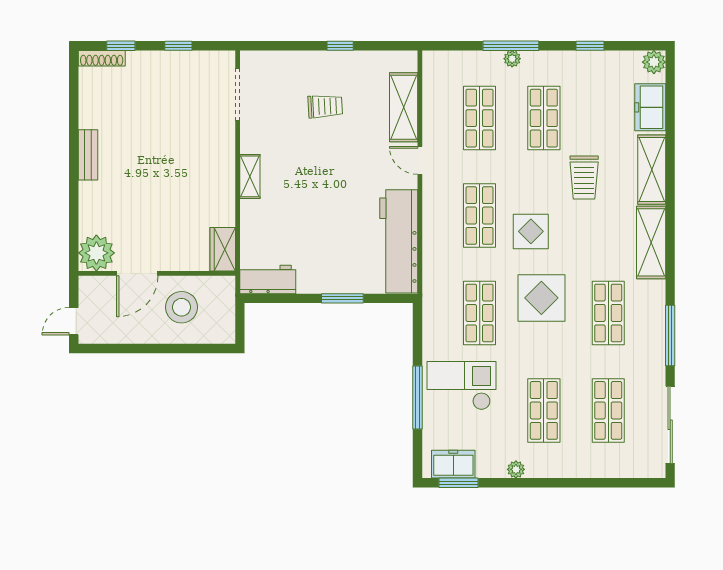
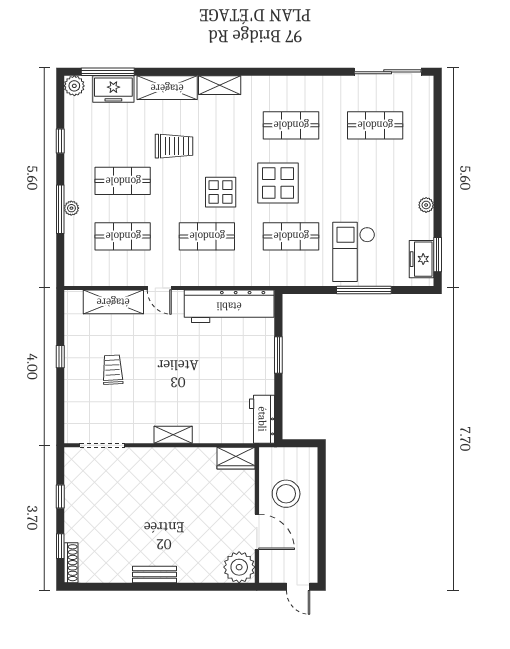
door: (420, 160) -> (159, 288), hinge flipped
shelving: (651, 242) -> (220, 85), width x0.67, depth x0.75
window: (670, 336) -> (108, 72), moved
shop shelf: (544, 410) -> (375, 181), removed

